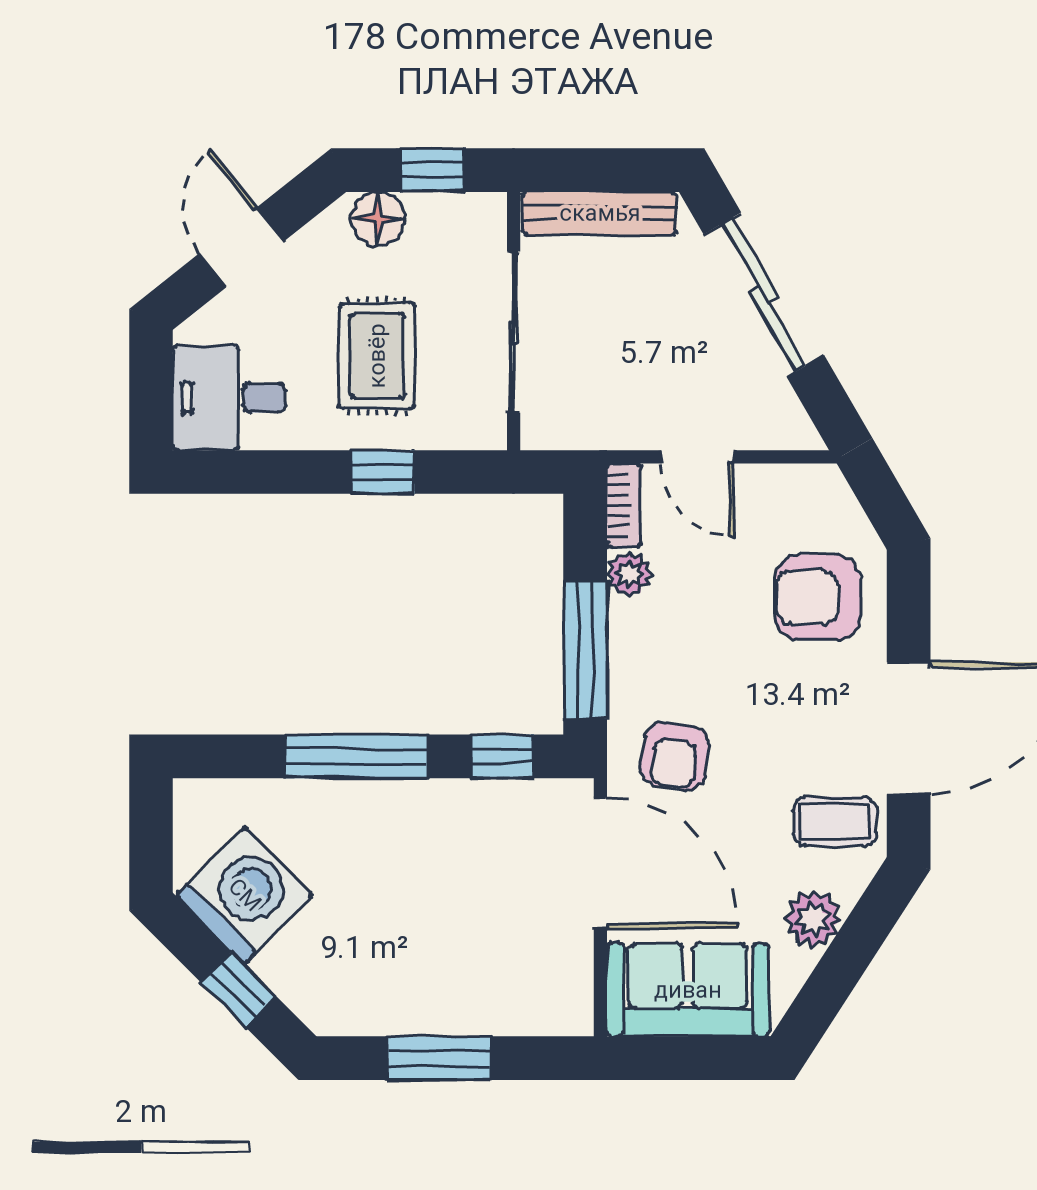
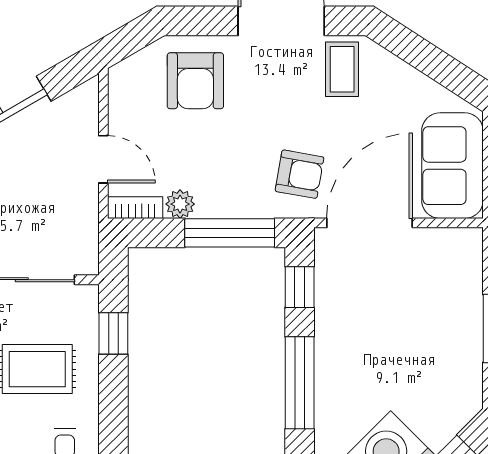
door: (698, 457) -> (103, 159), hinge flipped
window: (383, 472) -> (113, 333), moved
plant: (813, 919) -> (406, 83), removed

